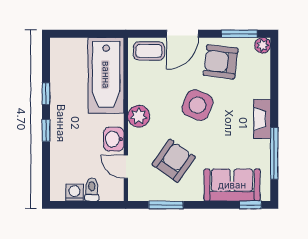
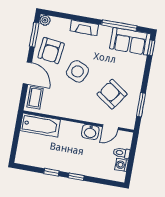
bathtub: (106, 75) -> (40, 125), width x0.73, depth x0.73
plant: (139, 116) -> (78, 112), removed
fireplace: (262, 119) -> (84, 28), moved
sofa: (232, 185) -> (130, 41), moved, turned -90

